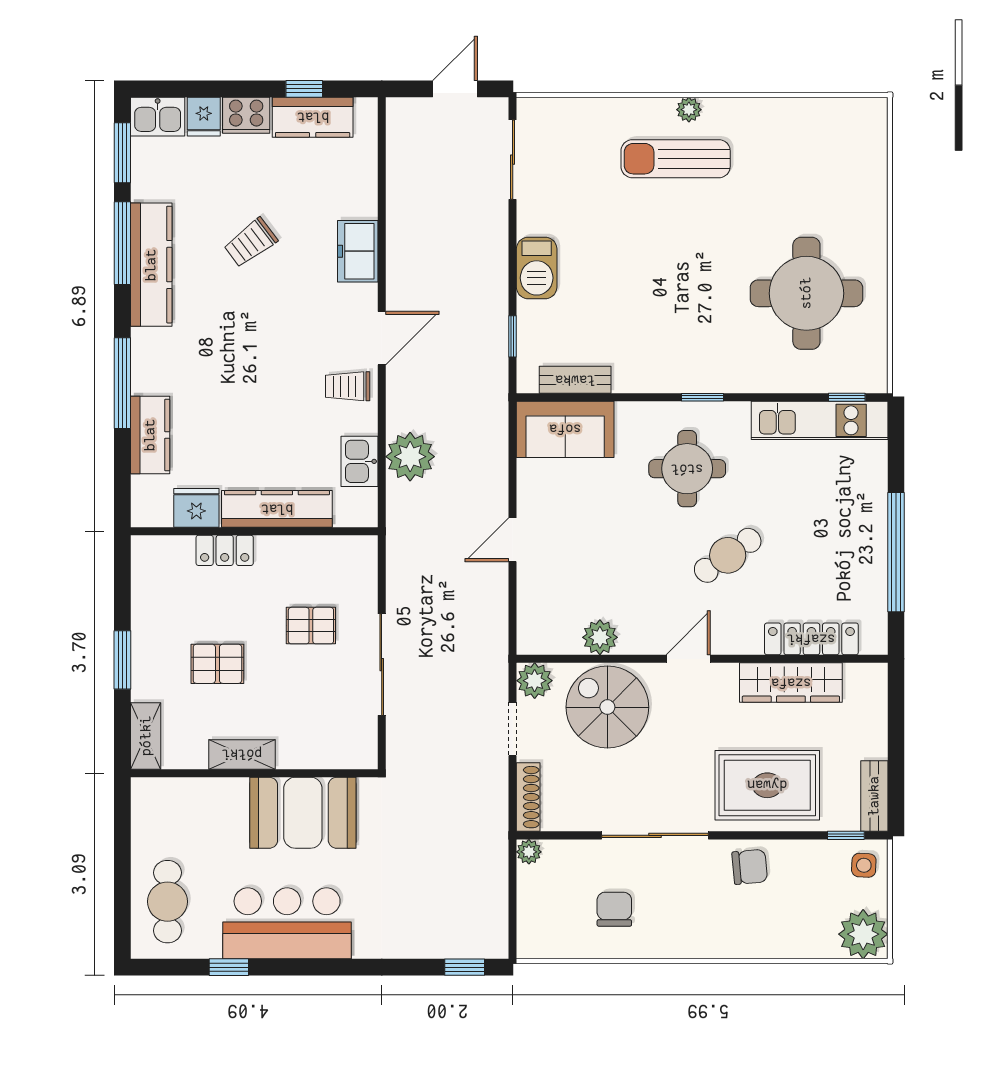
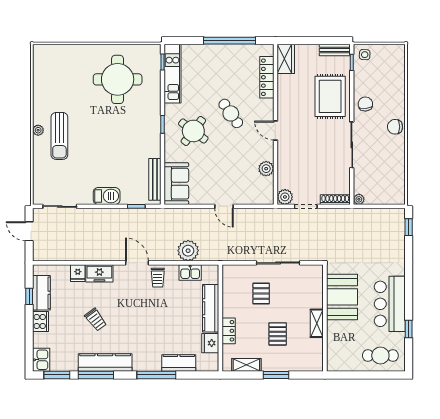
fridge: (204, 117) -> (78, 273), moved, turned 90
bench: (575, 380) -> (155, 179), width x1.36
round table: (687, 469) -> (193, 131), turned 37
wardrobe: (791, 683) -> (286, 59), moved, width x0.67
spiral stairs: (607, 707) -> (296, 165), removed
shelving: (146, 736) -> (246, 365), moved
chair: (614, 909) -> (395, 127), moved
plant: (863, 934) -> (394, 55), removed

